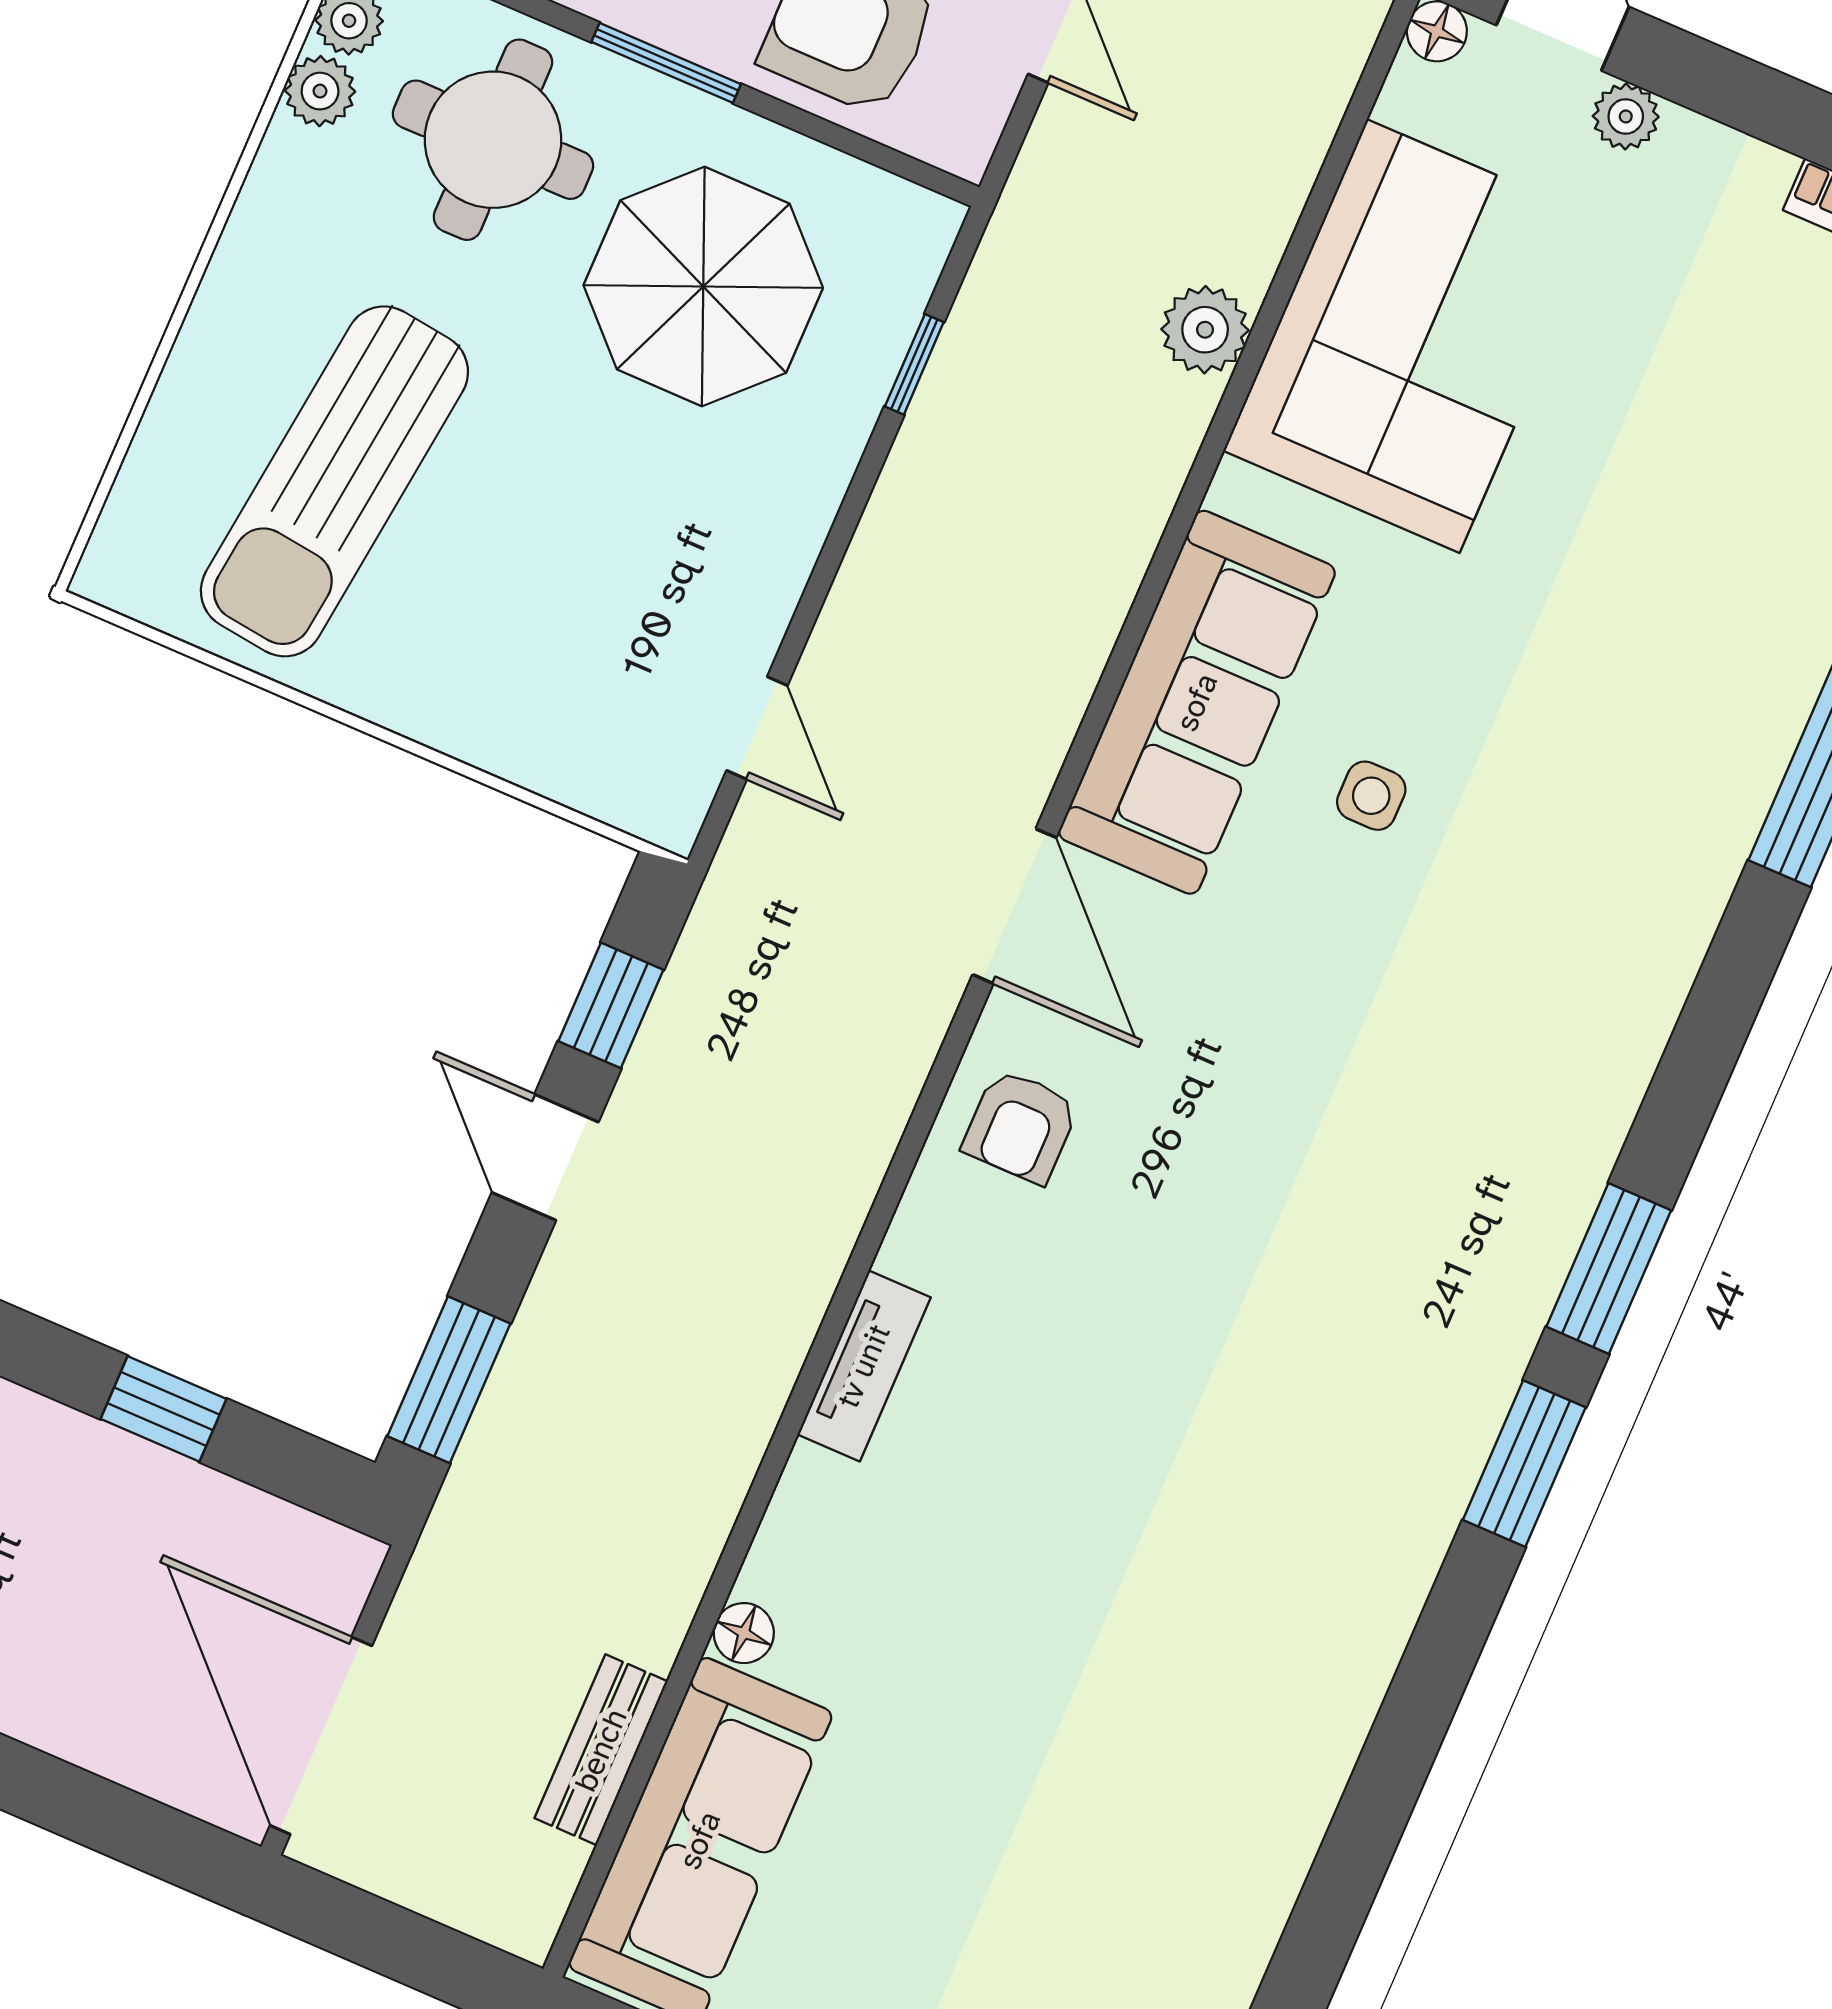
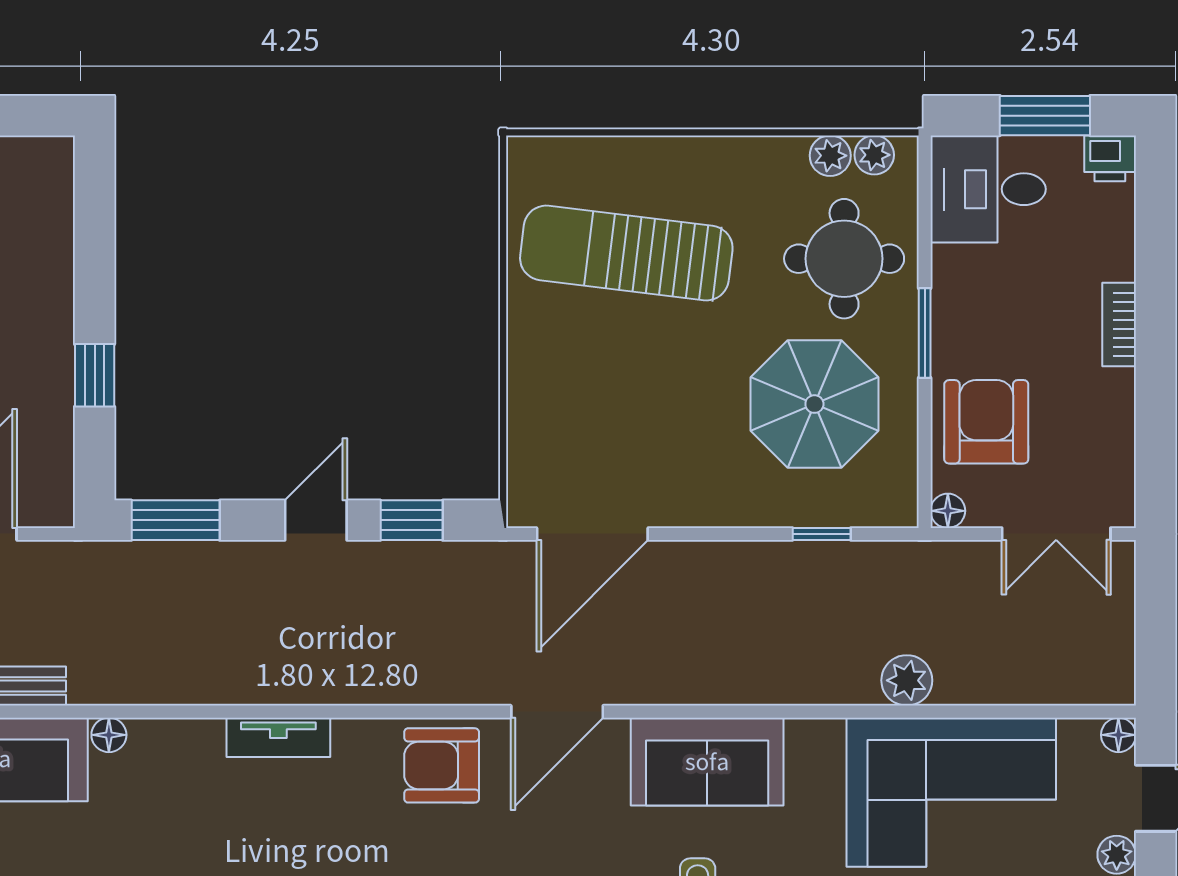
floor lamp: (964, 148) -> (948, 511), added
sofa: (1197, 702) -> (707, 762), width x0.73
door: (757, 728) -> (592, 534), width x1.88
armchair: (1021, 1126) -> (442, 765), width x1.38, depth x1.38

